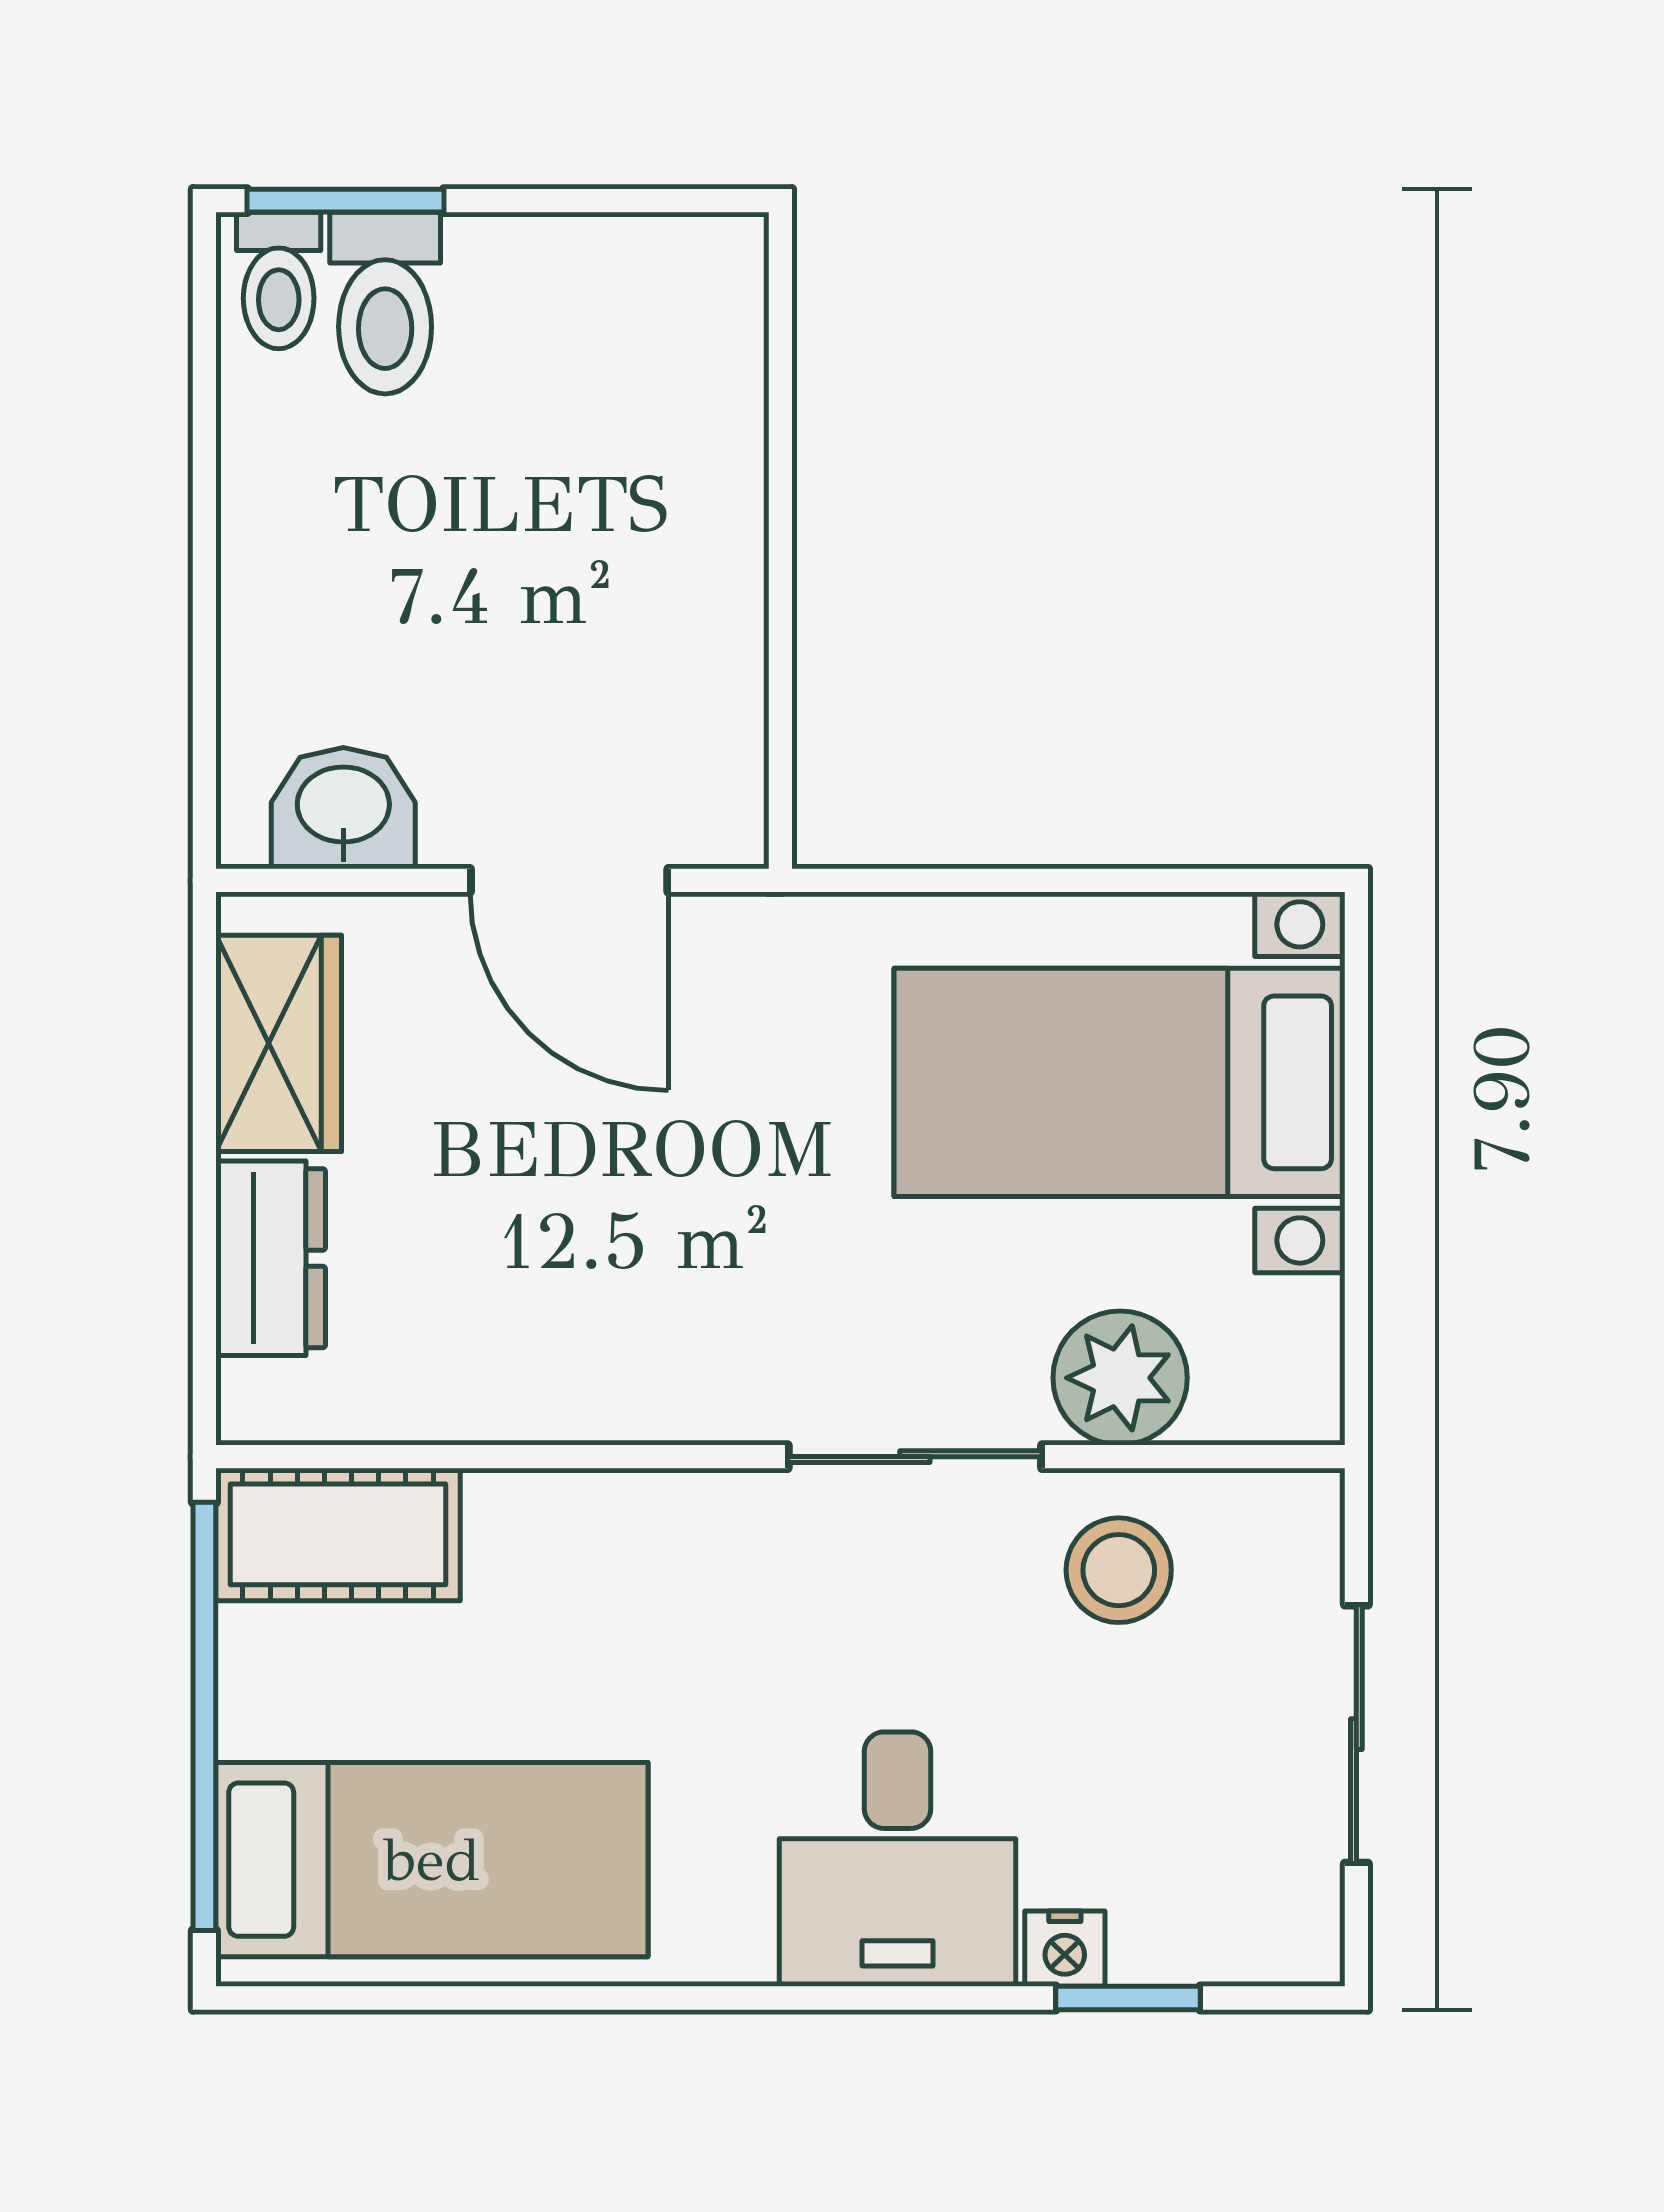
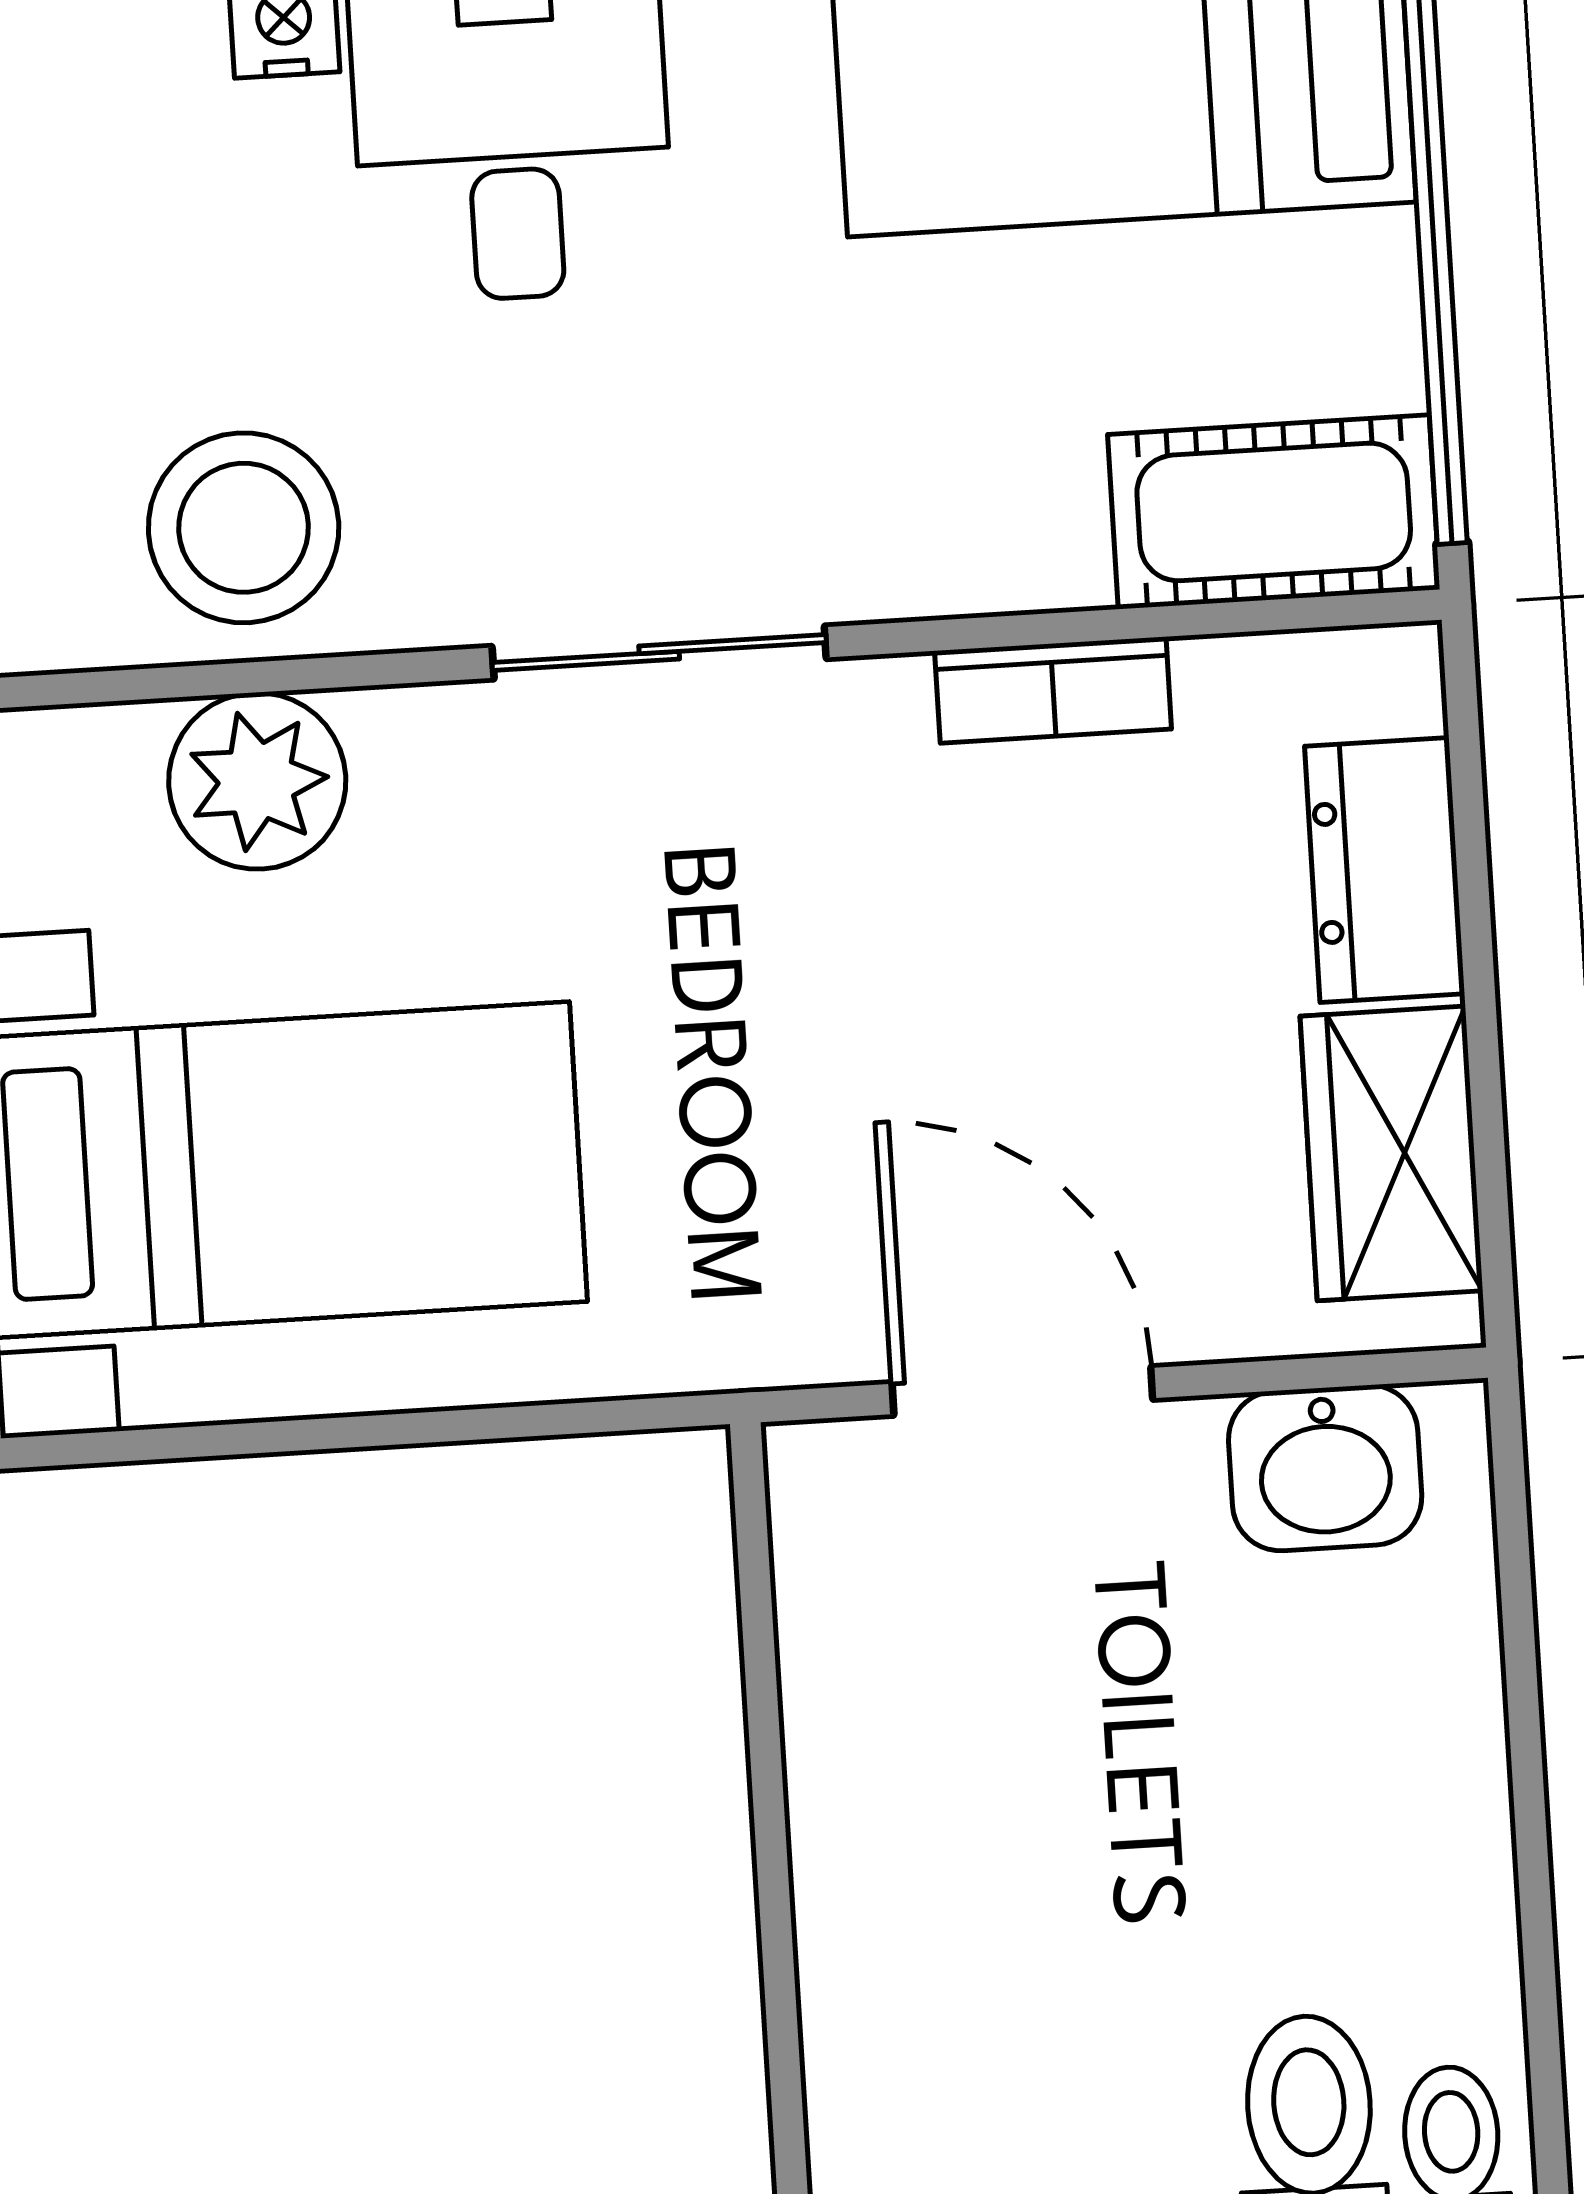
bookcase: (513, 1410) -> (1053, 690), added
sliding door: (915, 1457) -> (659, 653), moved
stool: (1119, 1570) -> (244, 528), width x1.38, depth x1.38

